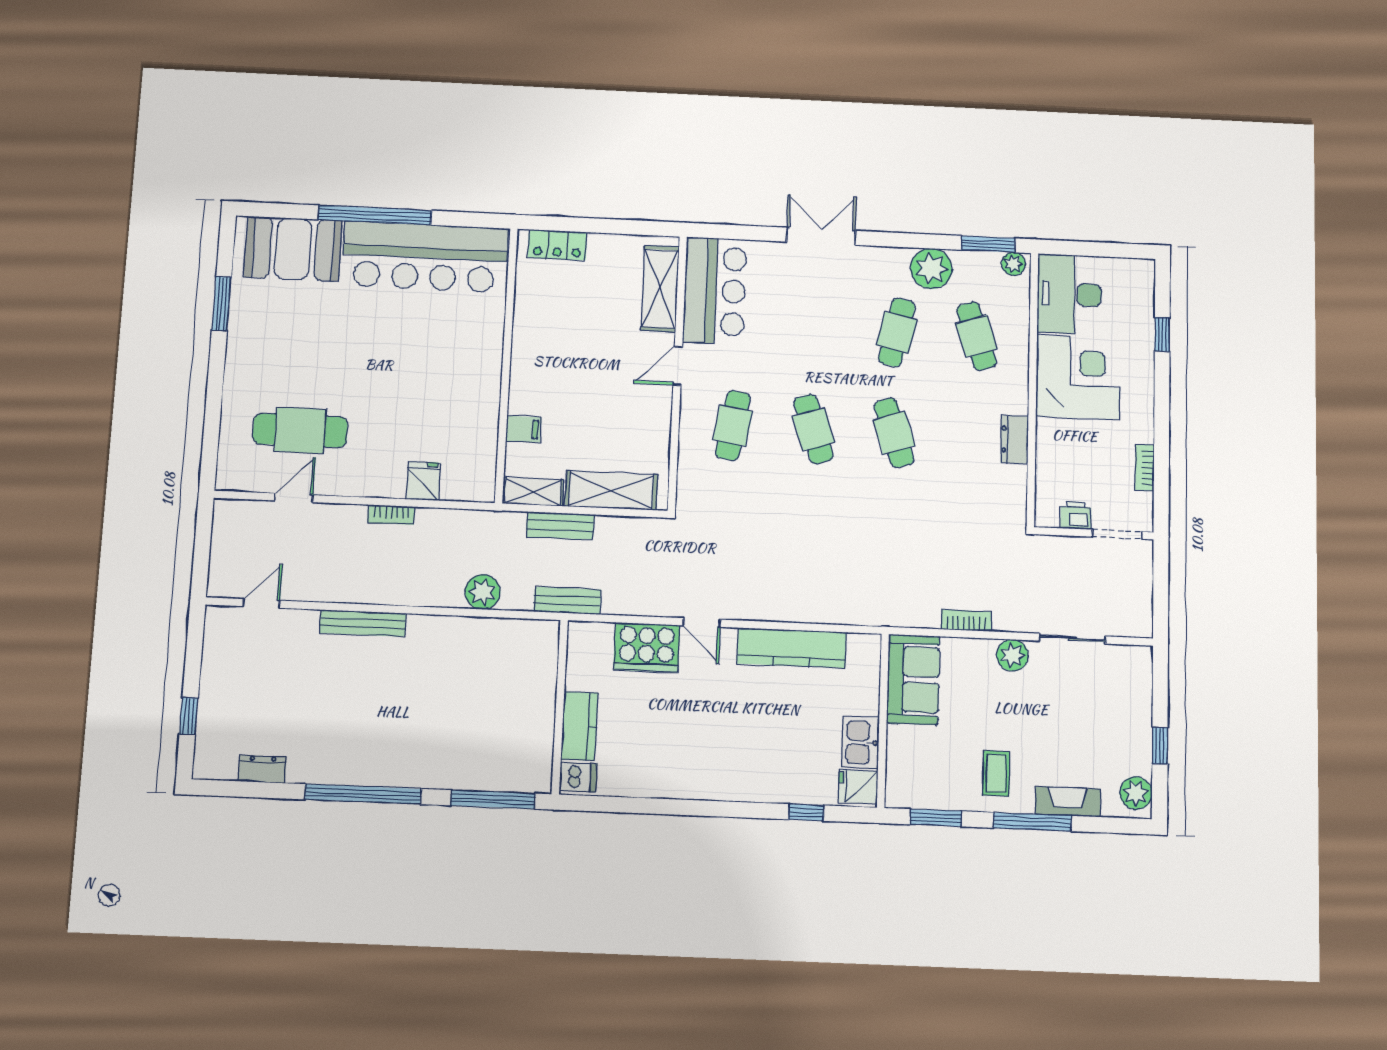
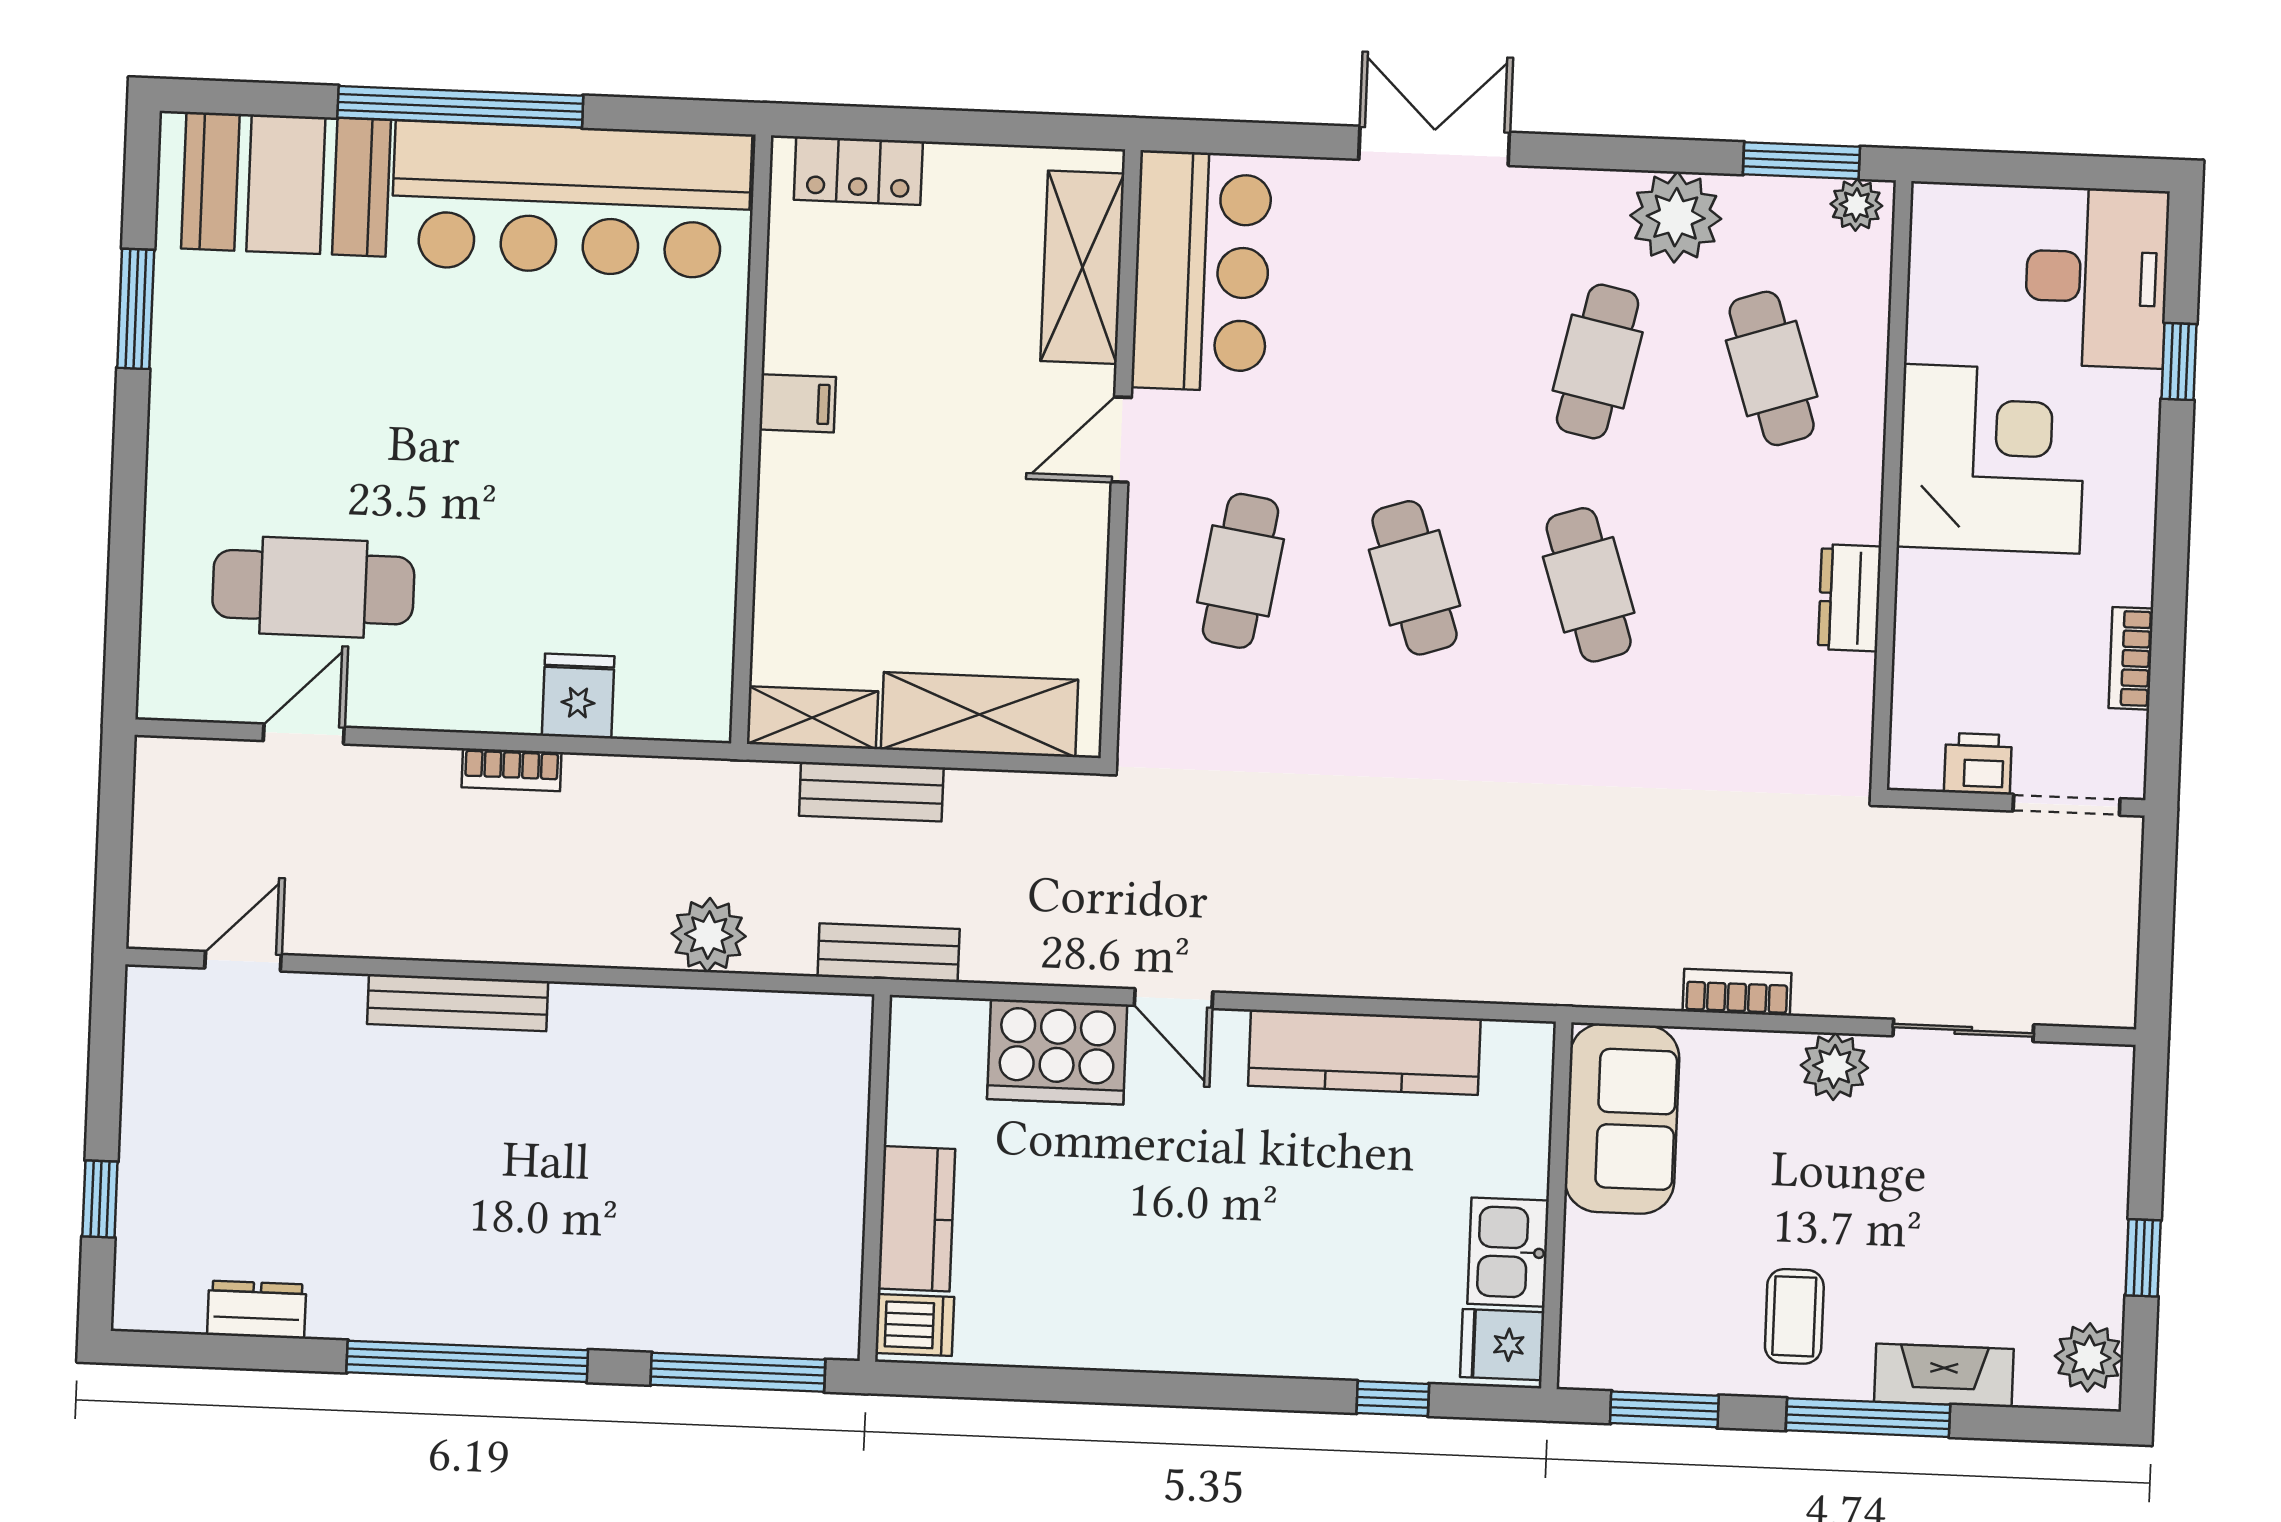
desk: (1069, 294) -> (2097, 277), moved, turned 180
filing cabinet: (523, 429) -> (798, 403), moved

